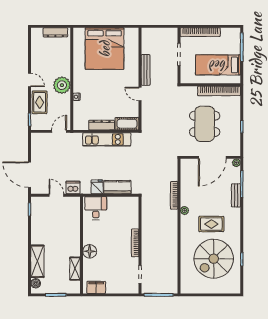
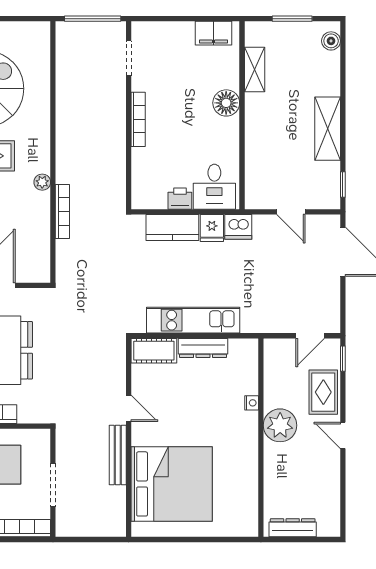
bed: (105, 49) -> (172, 484), moved, turned 90
door: (59, 131) -> (310, 336), moved
dishwasher: (73, 188) -> (238, 227), moved
printer: (113, 202) -> (180, 199), added
shelving: (37, 261) -> (328, 129), moved

